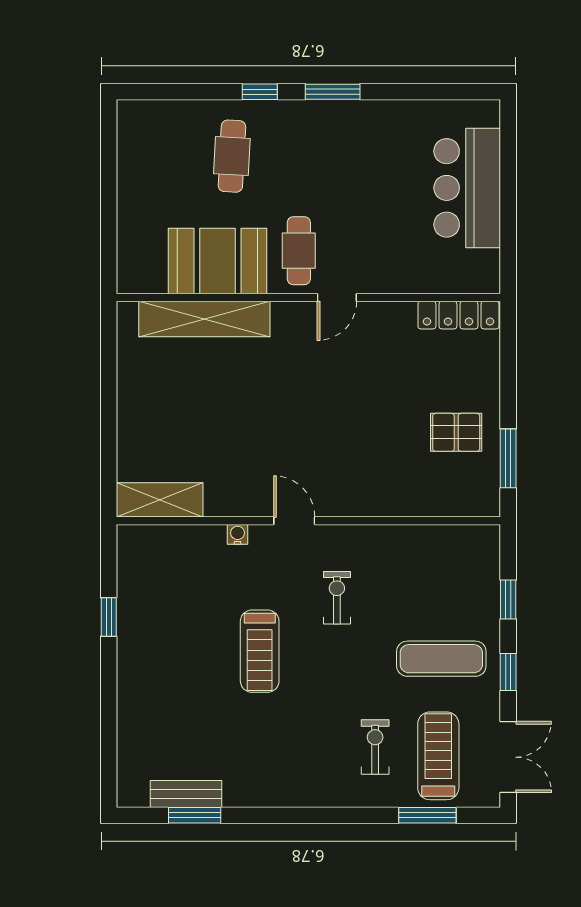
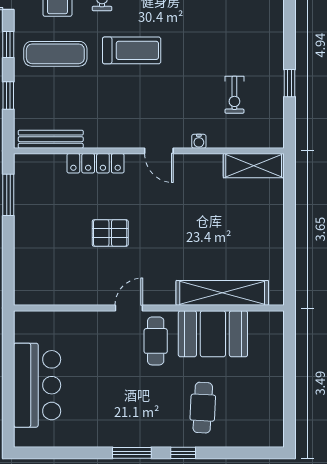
locker: (458, 315) -> (96, 163), moved, turned 180
pallet: (456, 432) -> (110, 233), moved
bench: (448, 537) -> (51, 139), added
exercise bike: (337, 598) -> (234, 95), moved
treadmill: (260, 651) -> (132, 50), moved, turned 90

